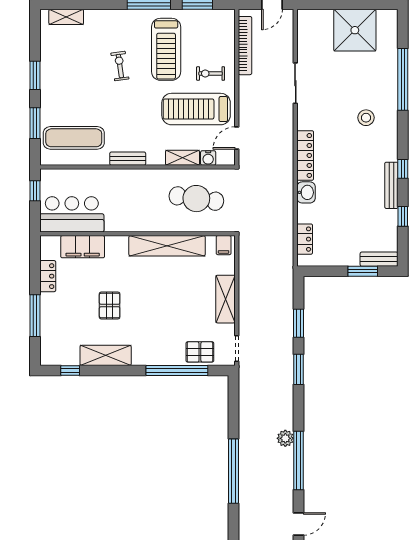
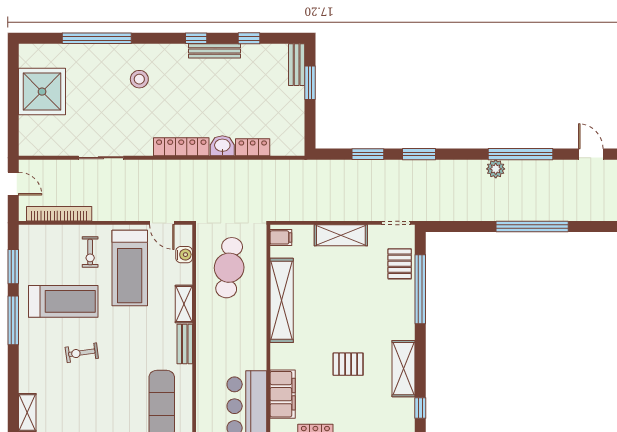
shelving: (183, 158) -> (184, 304), moved
locker: (305, 239) -> (253, 147), moved

